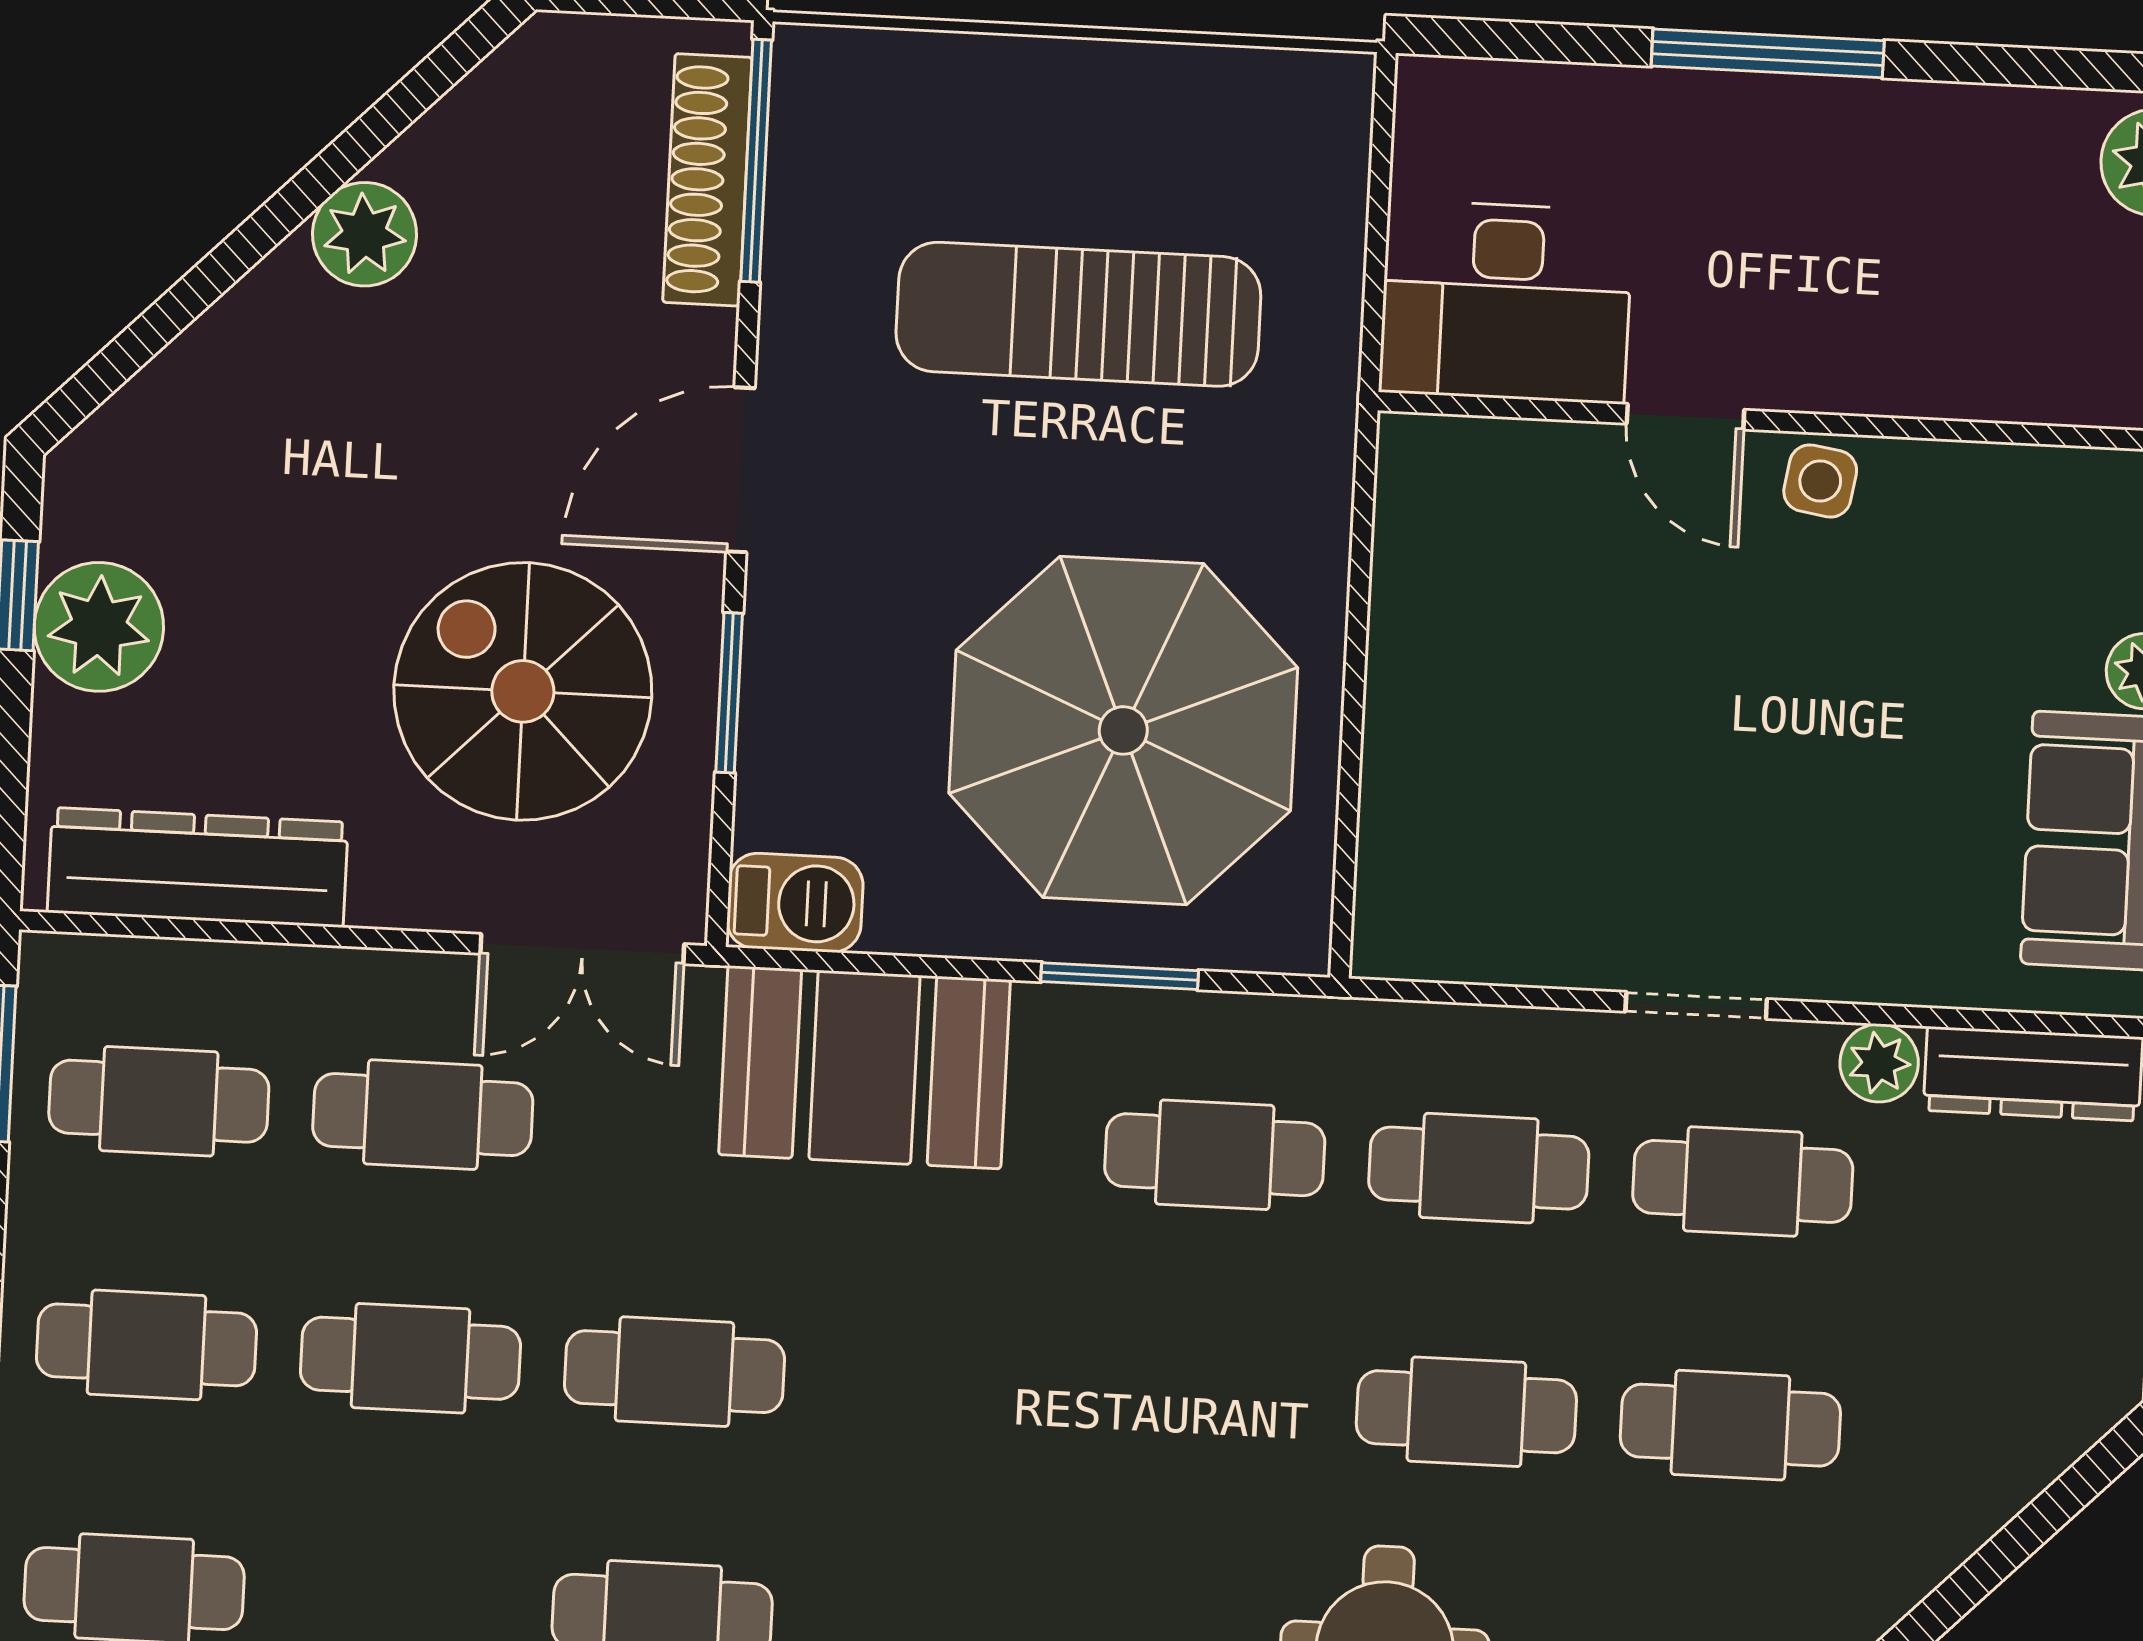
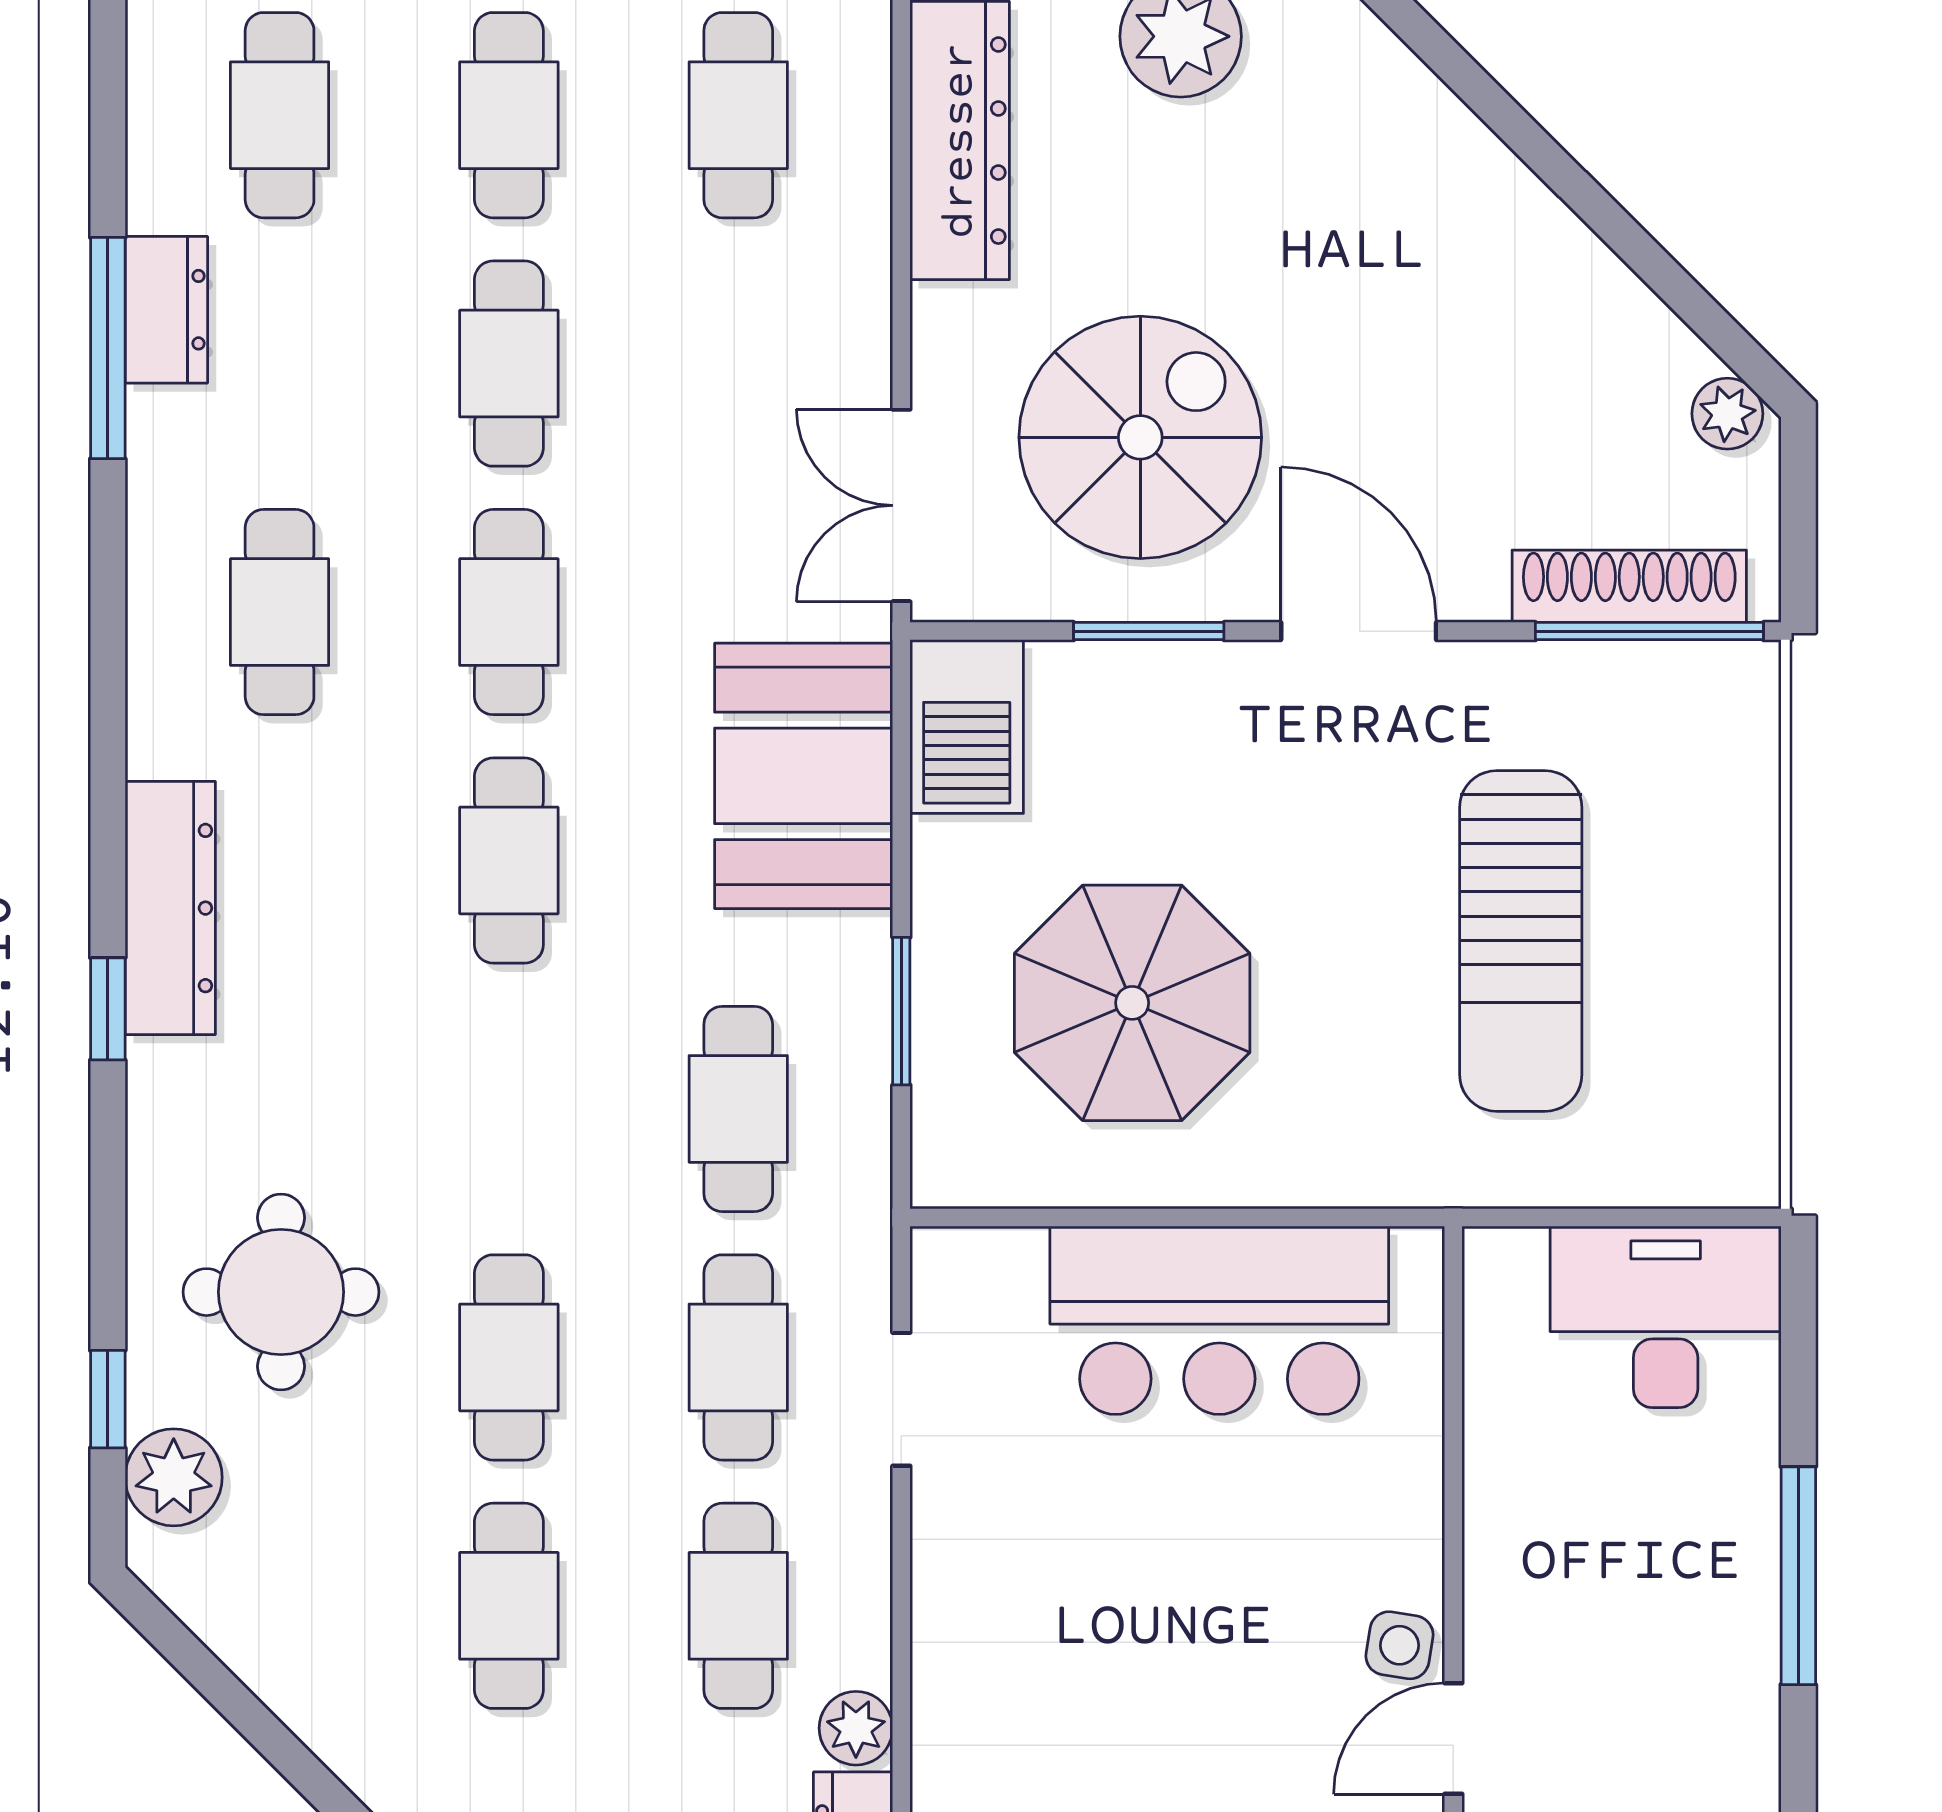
plant: (365, 234) -> (1727, 414), moved, width x0.73, depth x0.73
desk: (1506, 302) -> (1666, 1317), moved, turned 90
sun lounger: (1078, 314) -> (1521, 941), turned 180
door: (1685, 417) -> (1453, 1738), moved
bar counter: (1465, 655) -> (1219, 1320), added
parasol: (1123, 730) -> (1132, 1003), width x0.73, depth x0.73
barbecue: (795, 903) -> (967, 727), width x1.38, depth x1.27
doorway: (1696, 1005) -> (901, 1399), moved
cafe table: (423, 1115) -> (509, 861), moved

